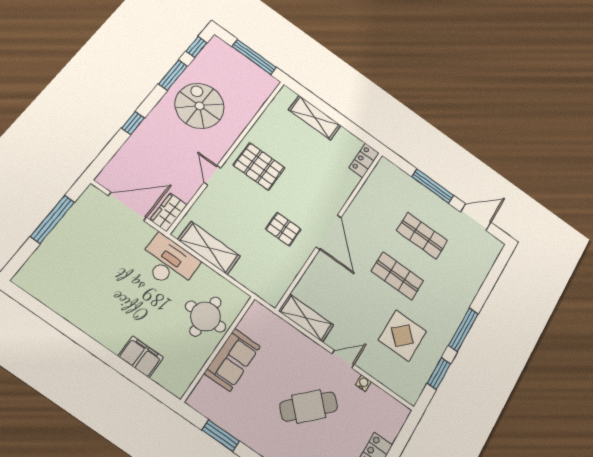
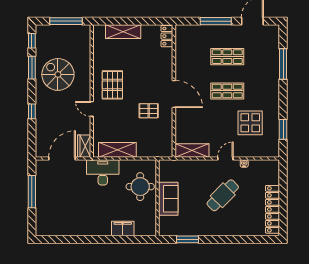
pallet: (259, 166) -> (112, 85), turned 90
window: (463, 330) -> (283, 64), moved

